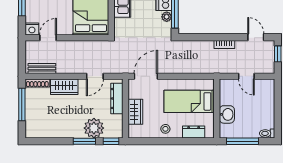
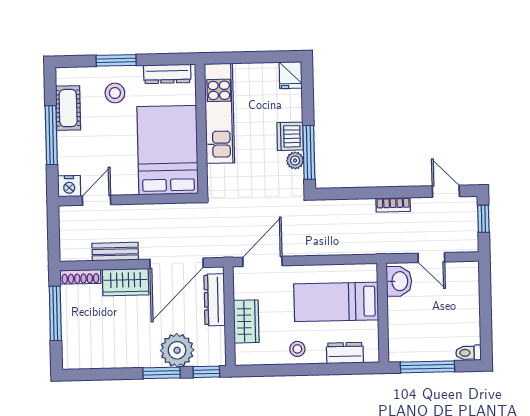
bench: (42, 69) -> (115, 252), moved
door: (95, 76) -> (177, 263), width x1.87
washbasin: (227, 114) -> (399, 281), moved

